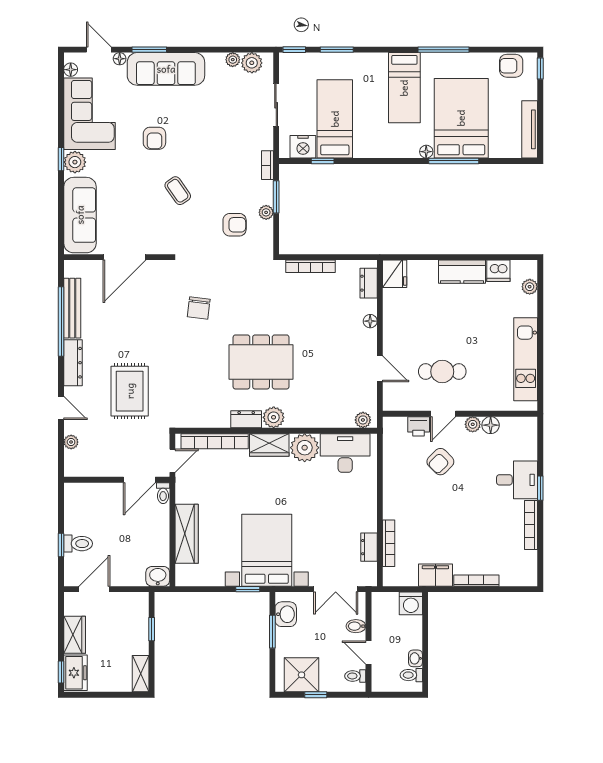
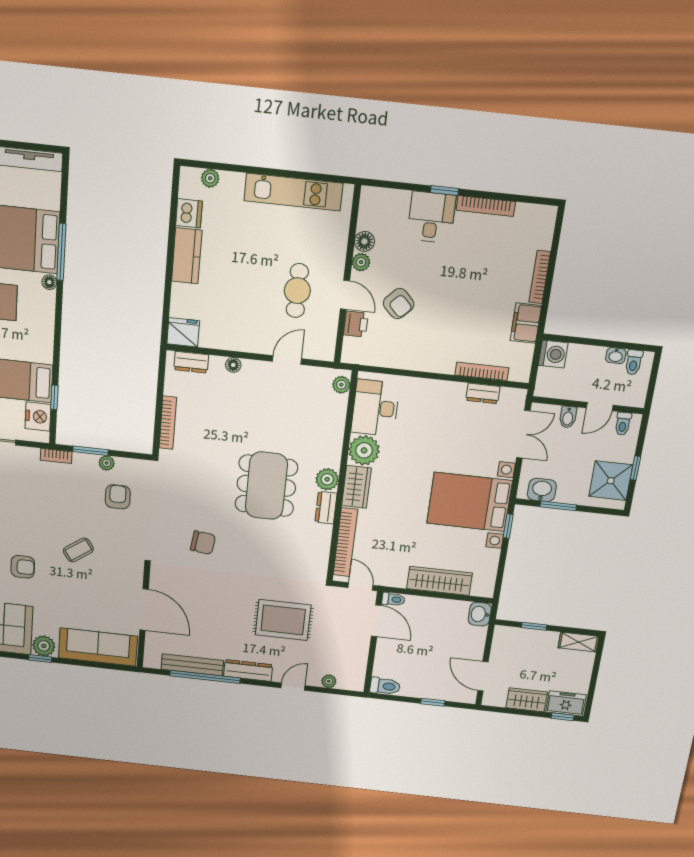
toilet: (78, 544) -> (385, 686), moved, turned 90

